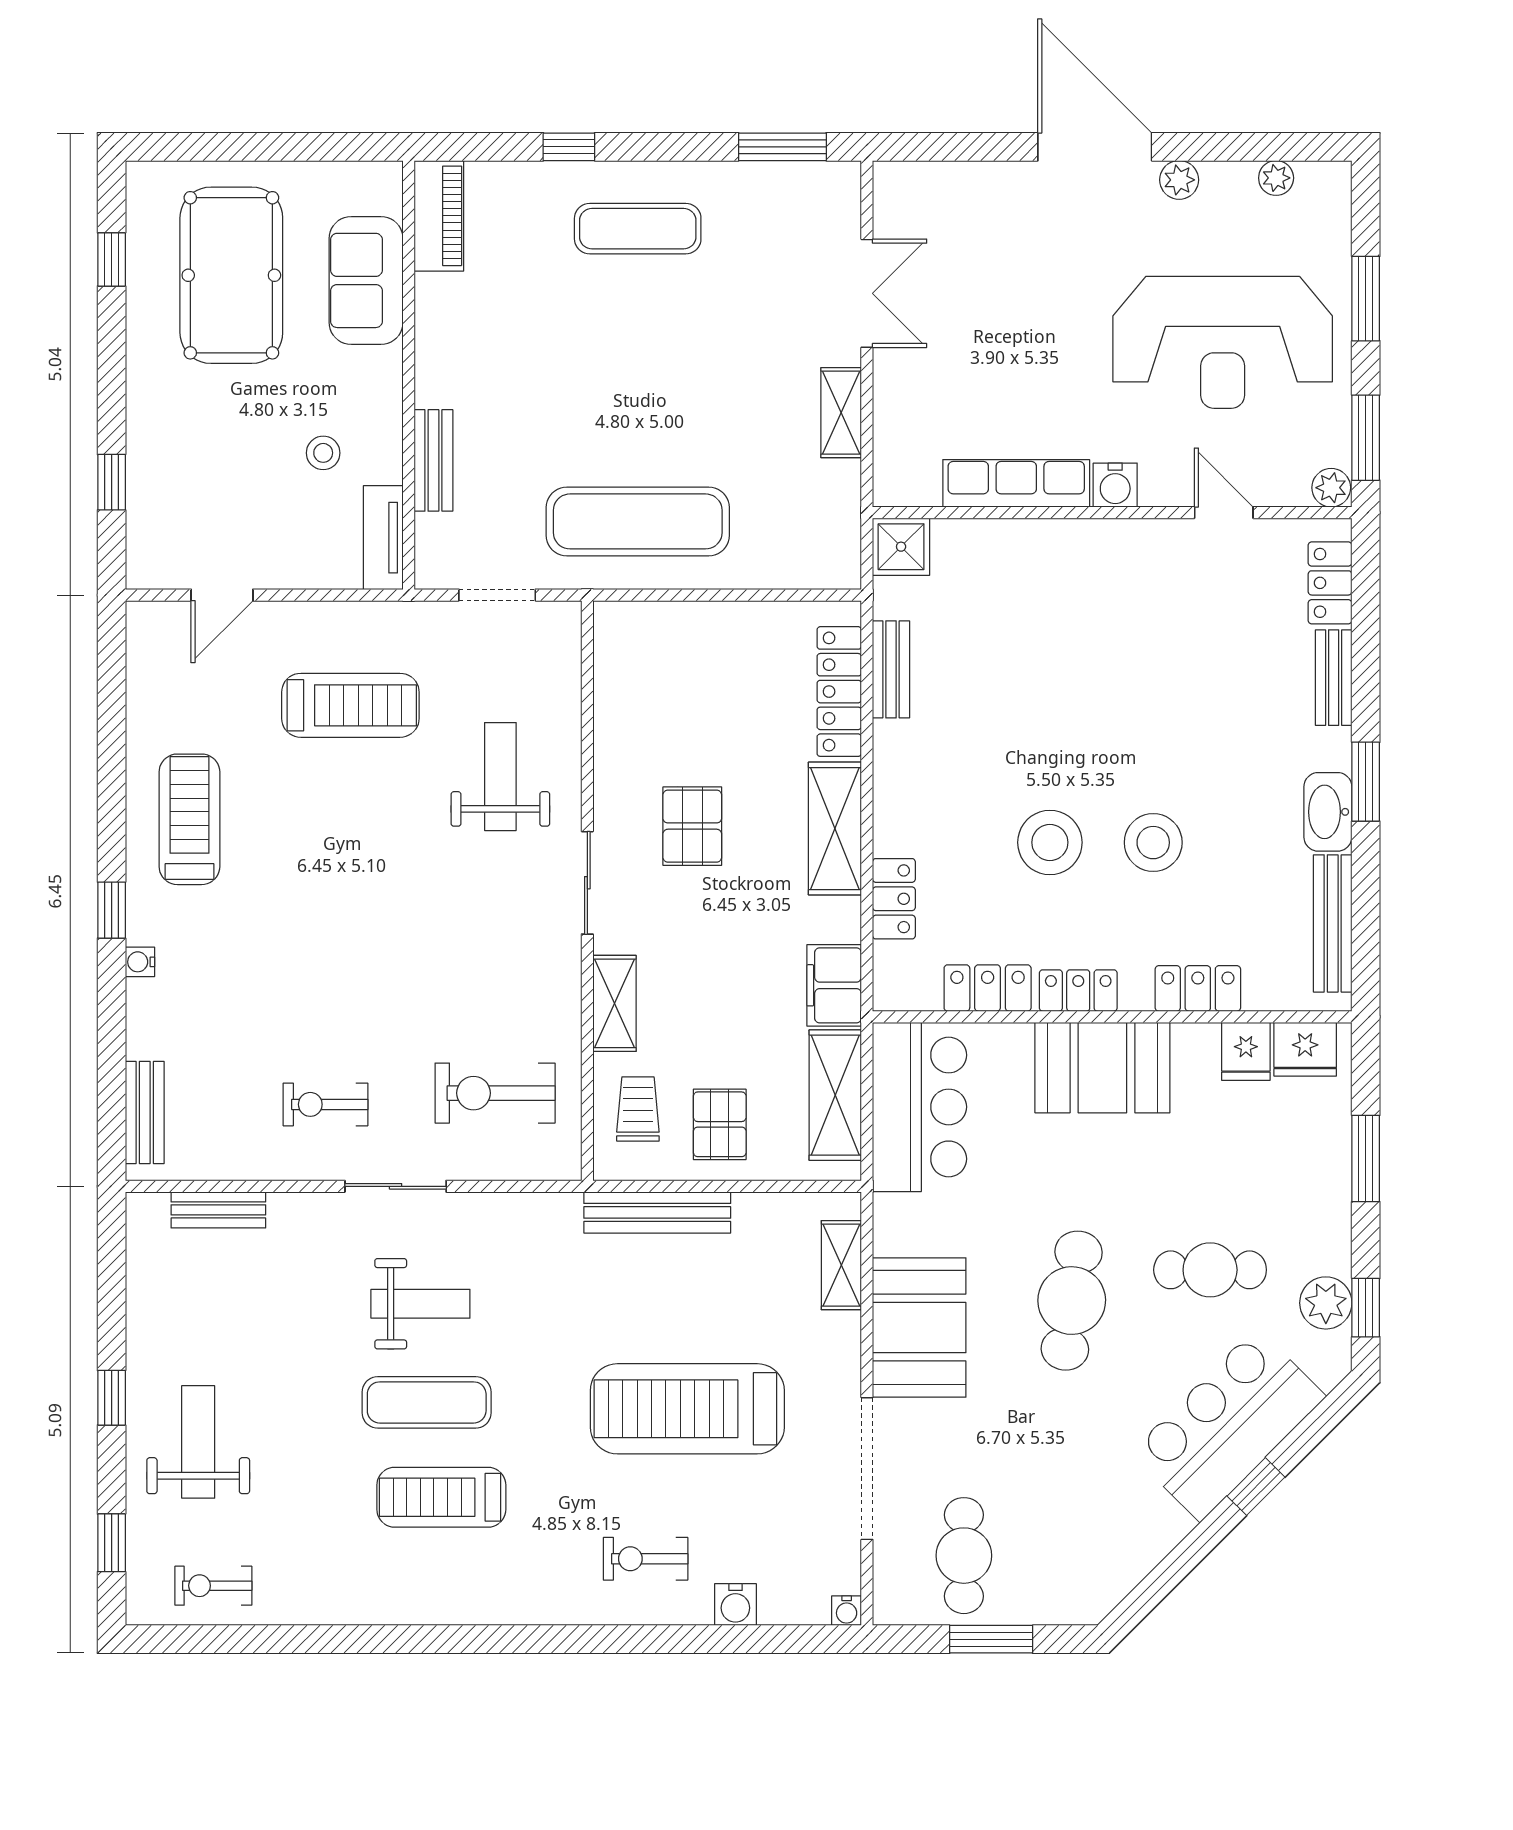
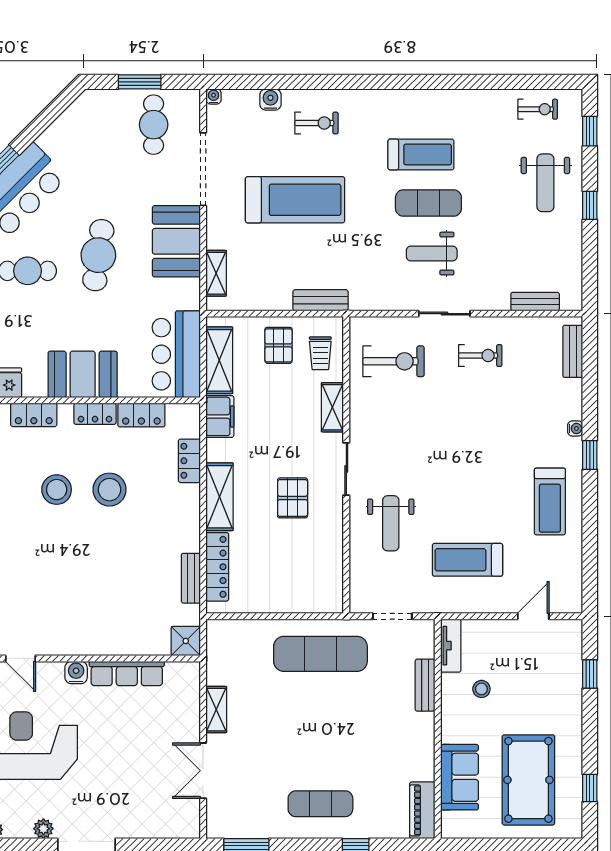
bench: (657, 1212) -> (321, 300), width x0.73

